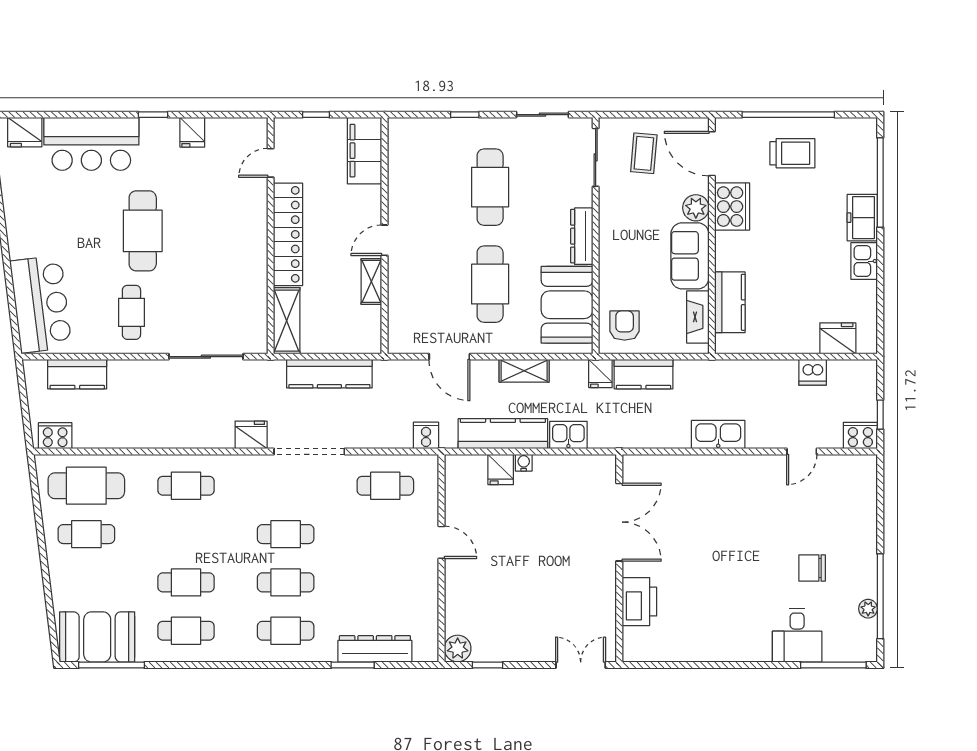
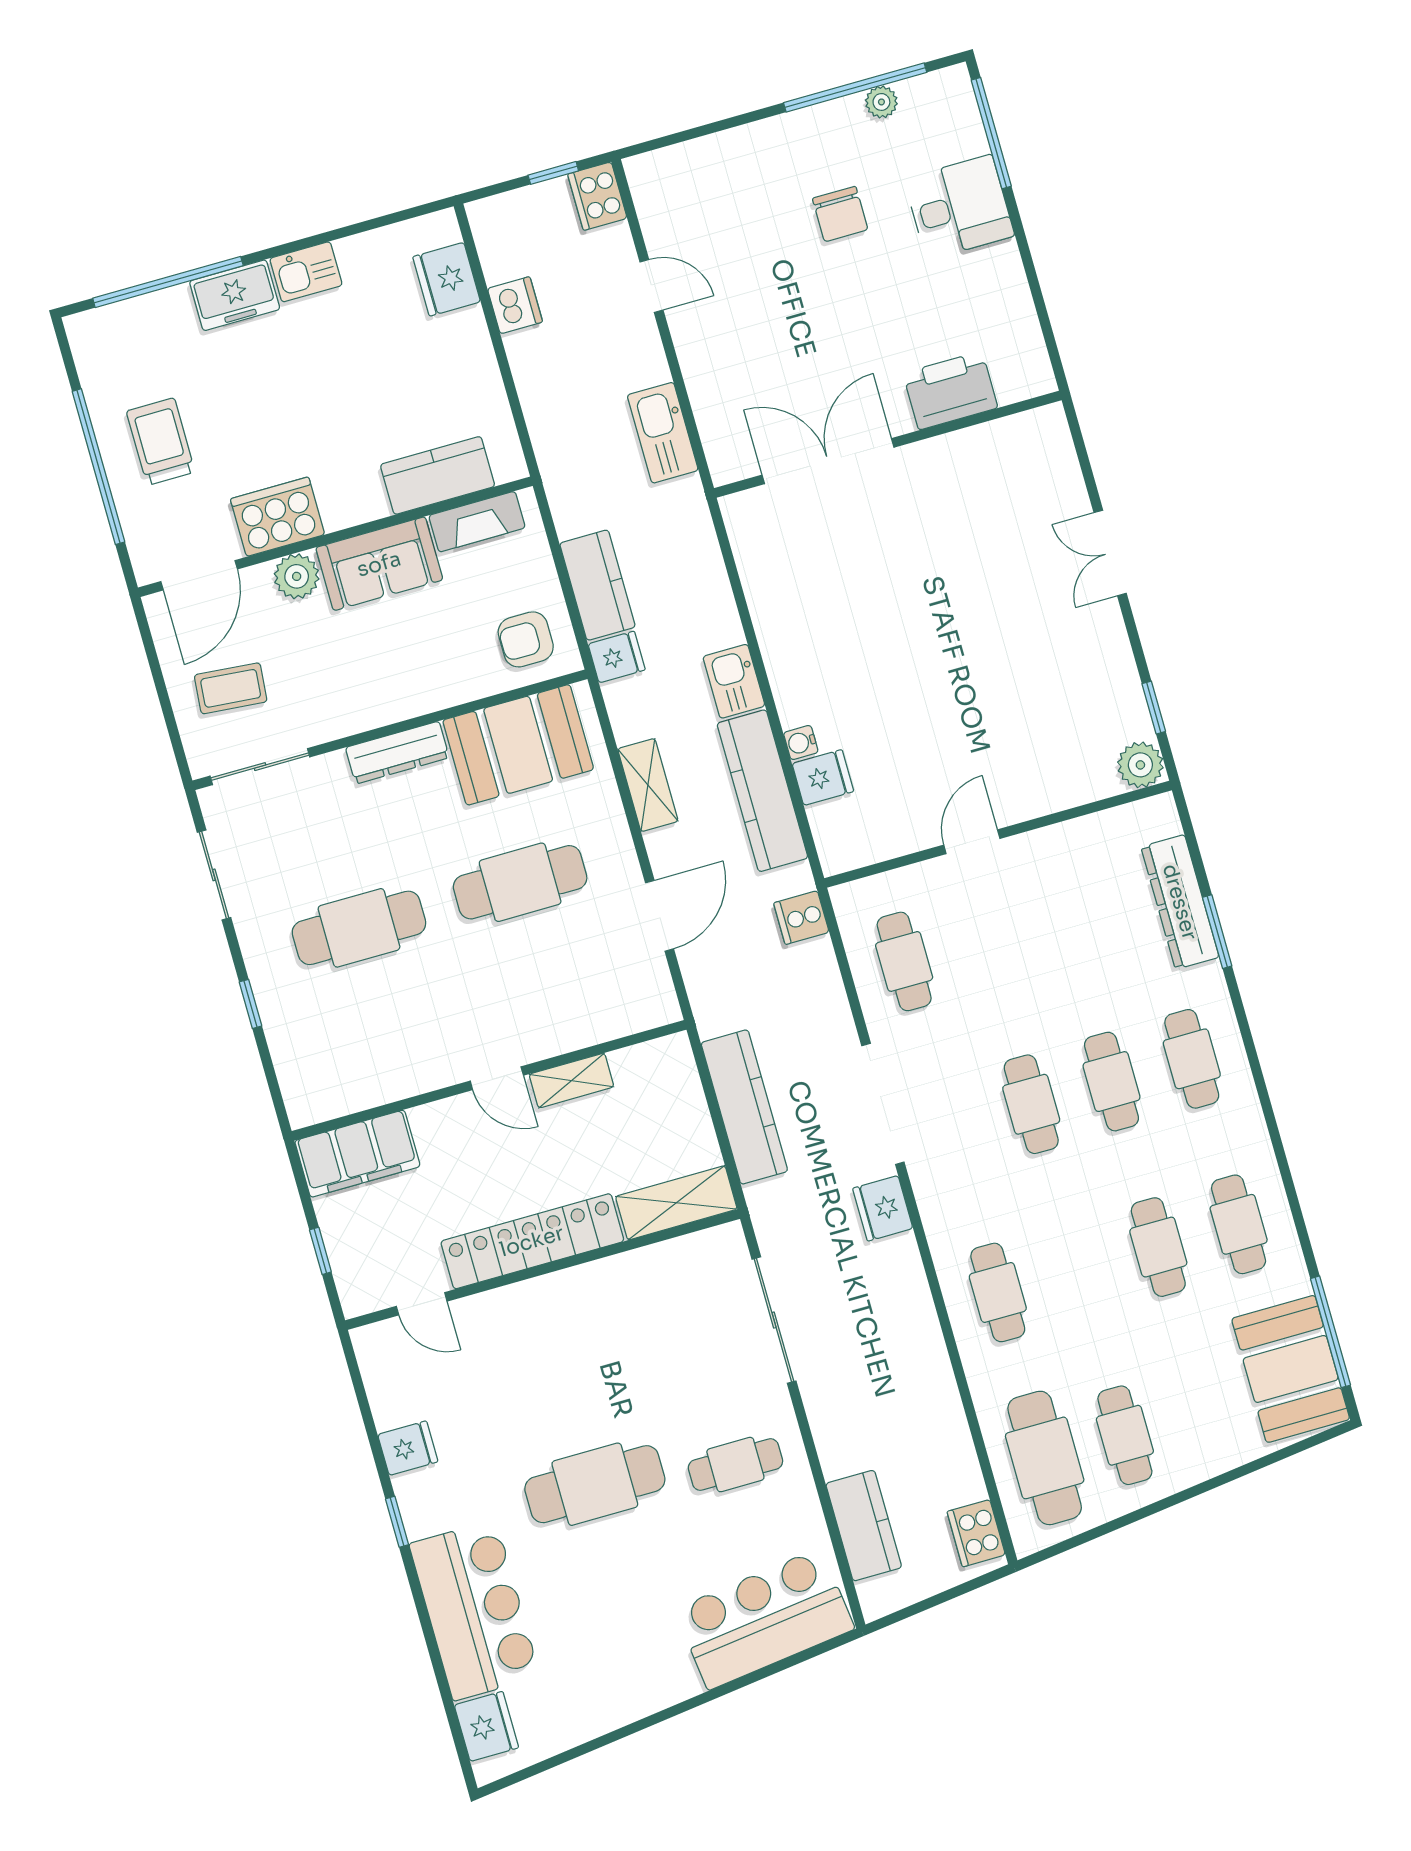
double door: (619, 522) -> (828, 461), moved
wall: (619, 558) -> (888, 444), moved
printer: (639, 602) -> (950, 391), moved

